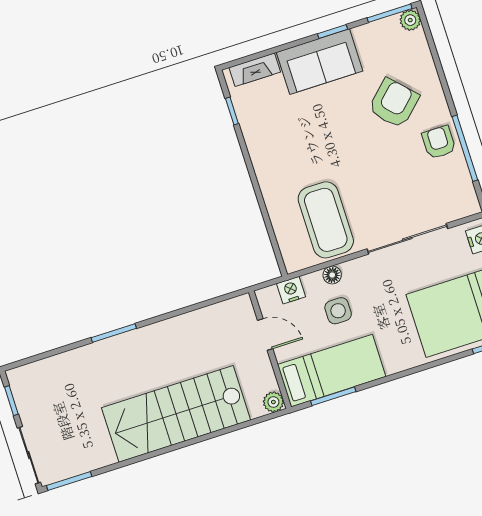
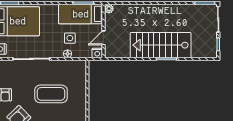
coffee table: (326, 220) -> (51, 94), moved, turned 90
nightstand: (291, 290) -> (97, 53), moved
door: (265, 335) -> (103, 38), hinge flipped
stairs: (176, 414) -> (161, 45), moved, turned 180

